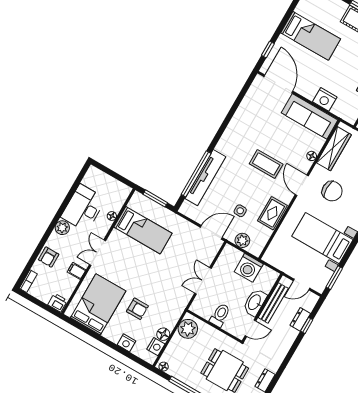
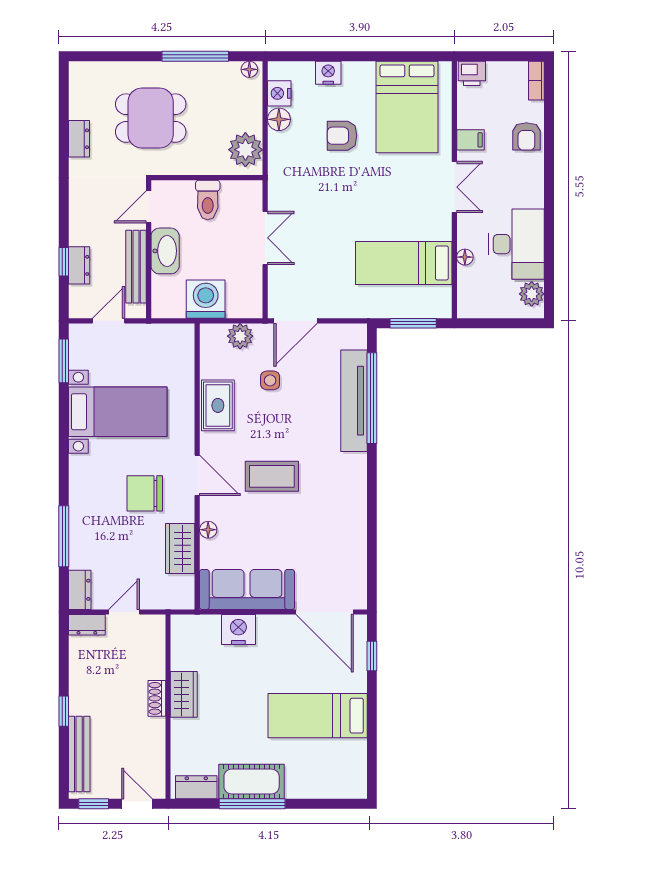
wardrobe: (334, 149) -> (180, 549), width x0.67
plant: (62, 228) -> (532, 294), moved
armchair: (49, 257) -> (526, 136), turned 180

